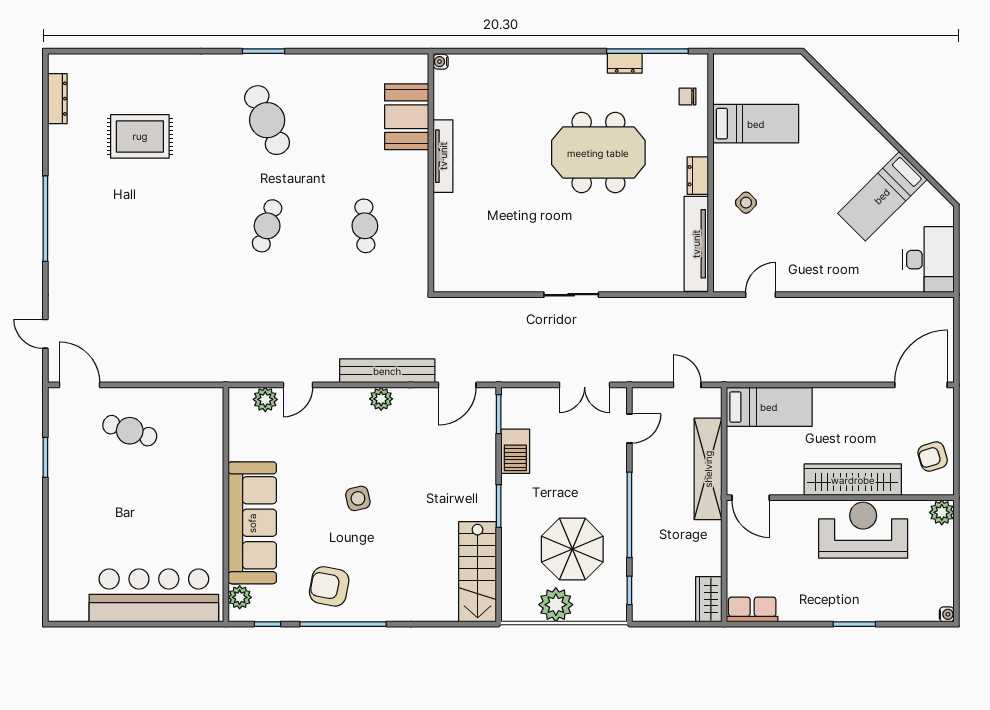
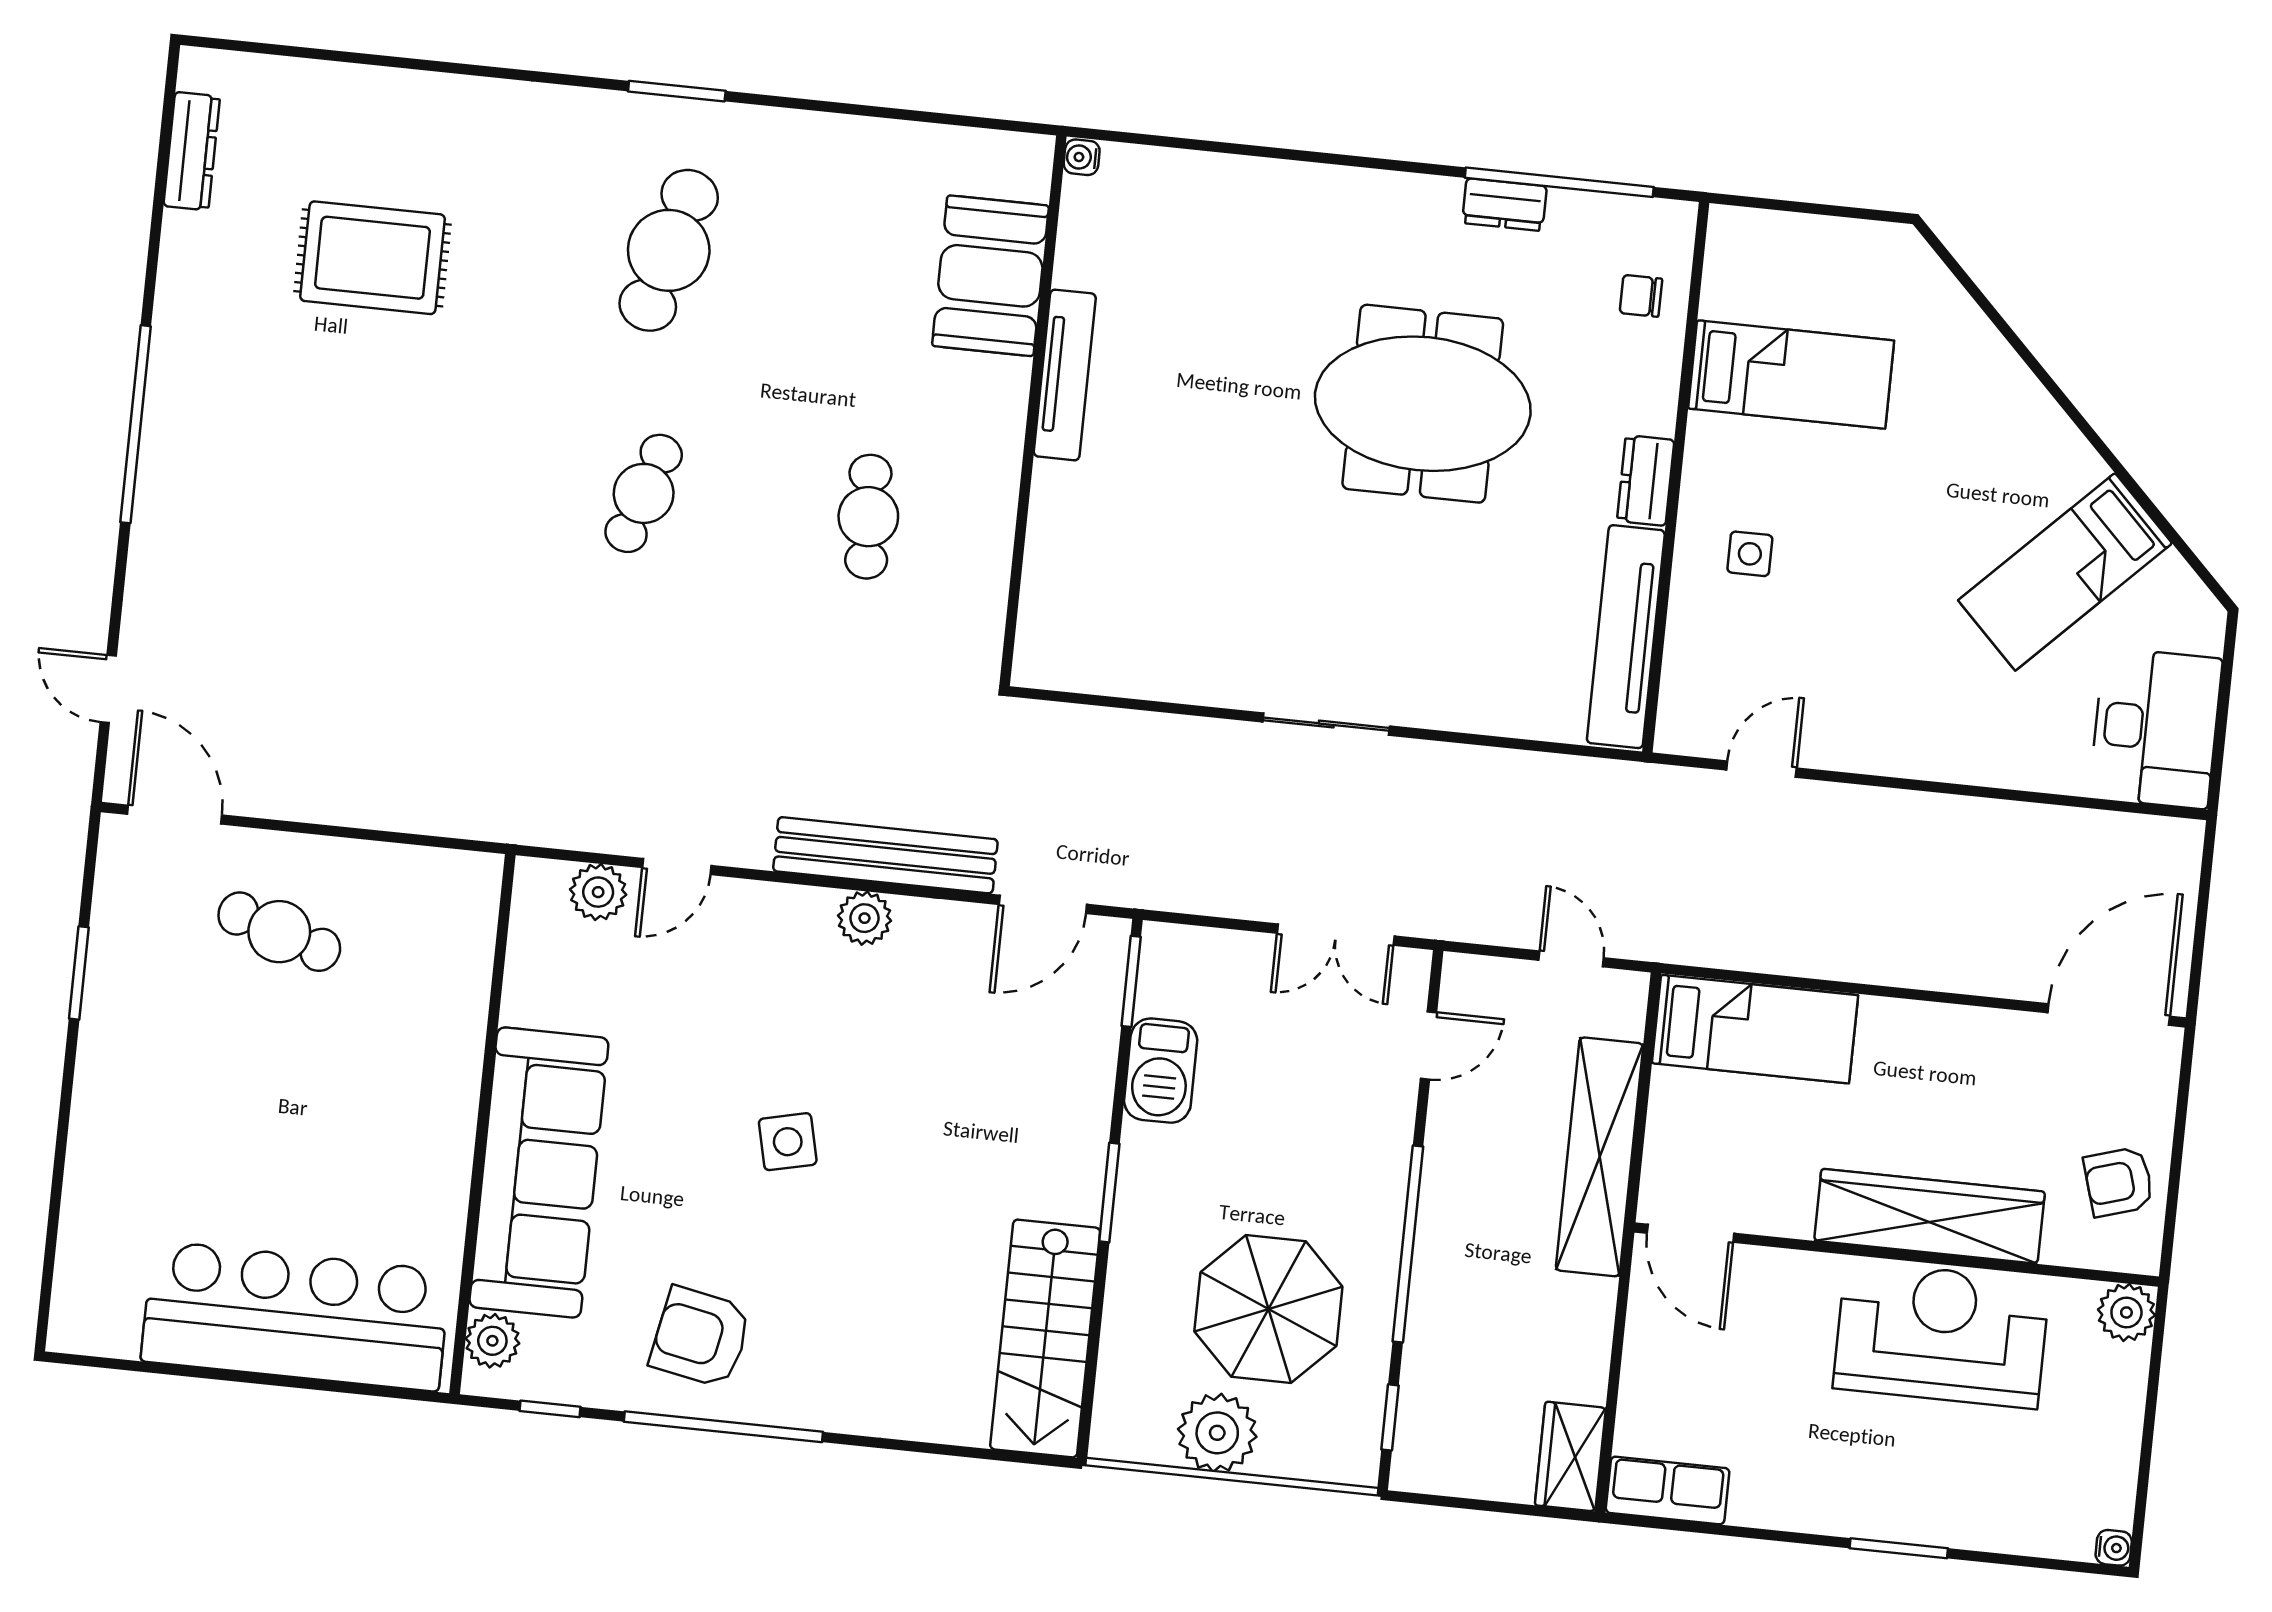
cafe table: (267, 120) -> (669, 250), turned 39
side table: (746, 203) -> (1750, 554), turned 45

